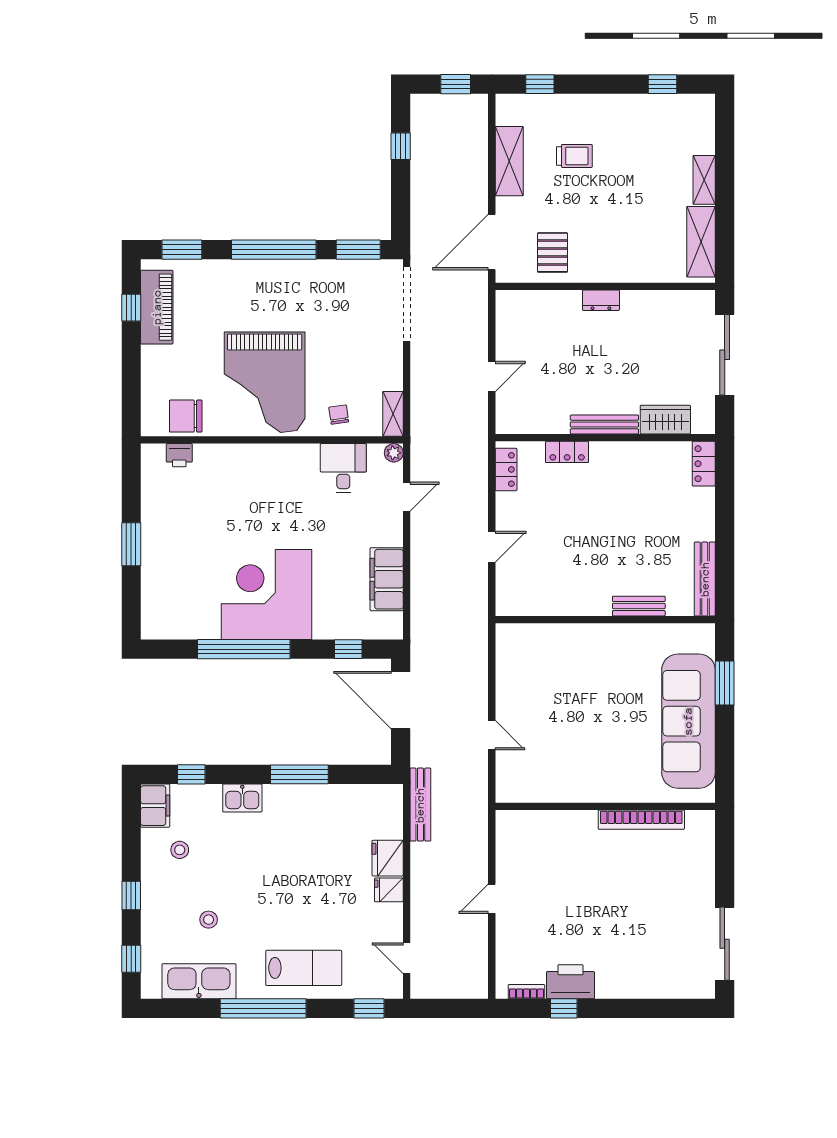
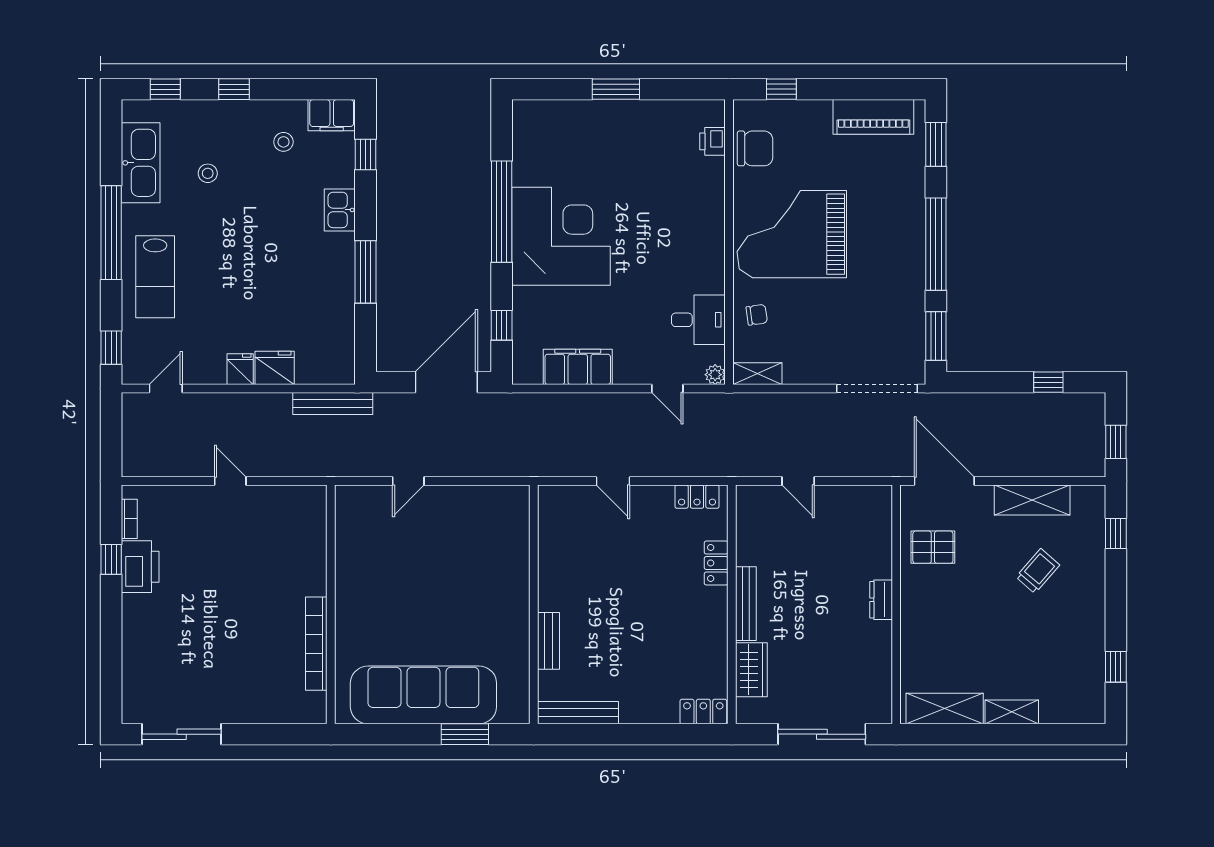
trolley: (574, 156) -> (1038, 571), turned -139
window: (131, 308) -> (781, 89), moved
chair: (186, 416) -> (755, 148), turned 90

